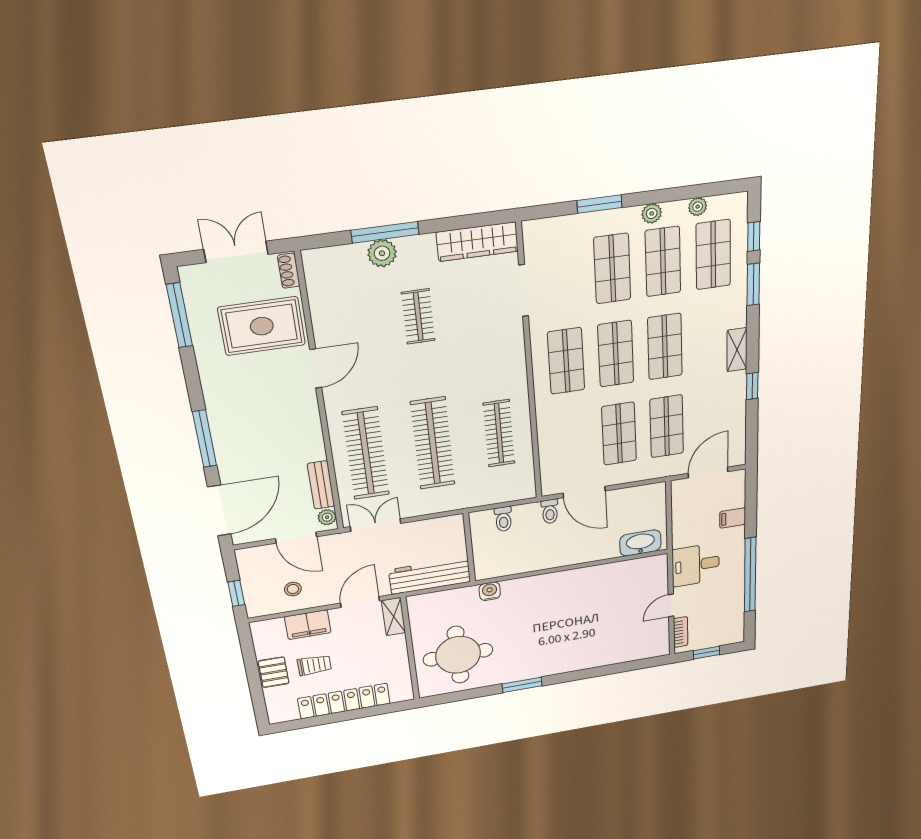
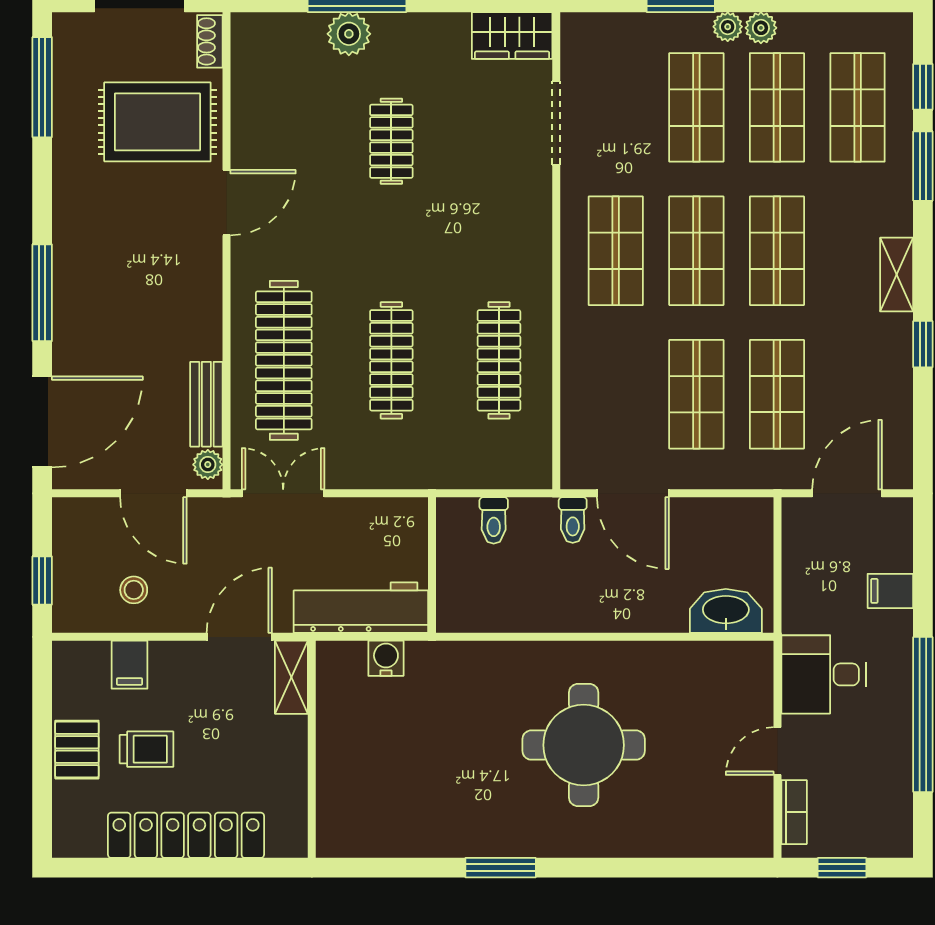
plant: (698, 207) -> (728, 27), moved
wardrobe: (477, 242) -> (512, 36), width x0.67
clothes rail: (433, 443) -> (391, 360), width x0.73, depth x0.76
water cooler: (490, 591) -> (386, 658), moved
filing cabinet: (308, 625) -> (129, 665), width x0.50
round table: (458, 655) -> (584, 745), moved

